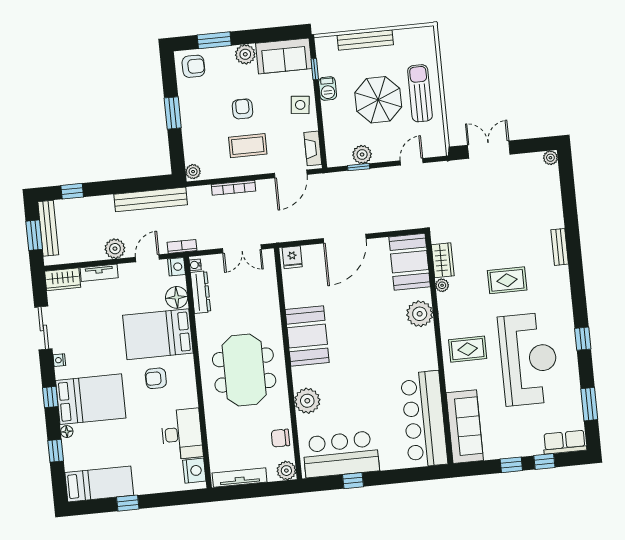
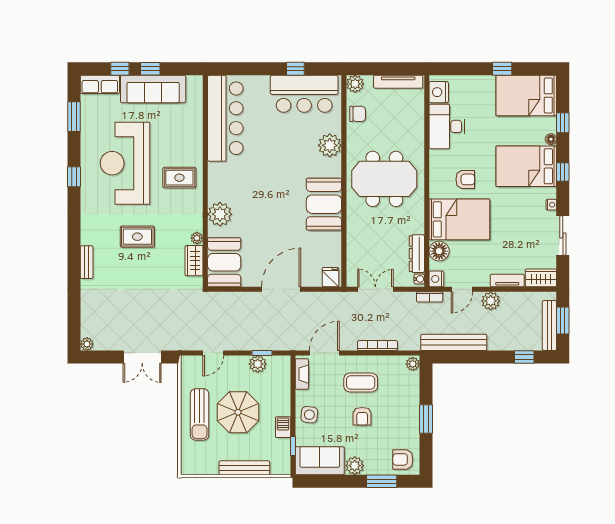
meeting table: (244, 370) -> (384, 179), turned 90
sofa: (465, 427) -> (153, 89), moved, turned -90
bed: (99, 484) -> (526, 95), width x1.50

